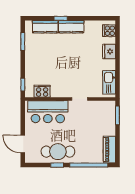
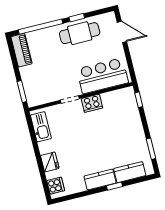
cooker: (42, 91) -> (92, 103), moved

